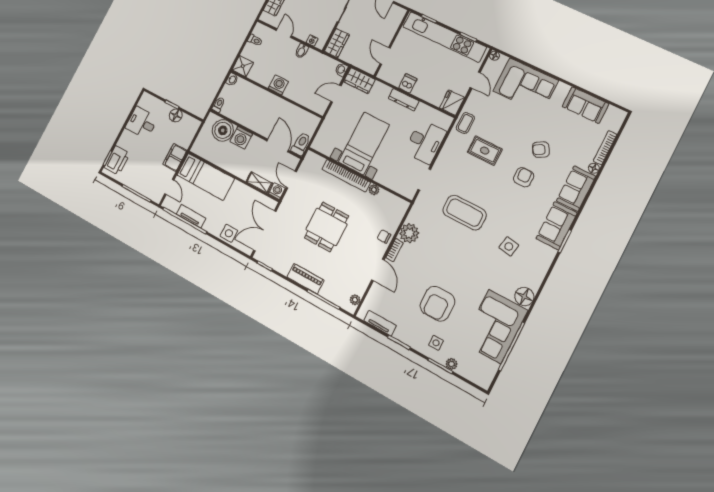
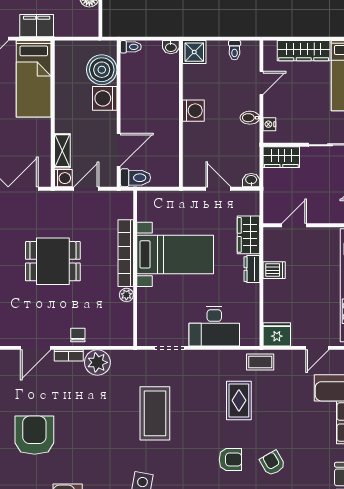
wardrobe: (359, 81) -> (249, 235), moved
dresser: (404, 100) -> (252, 269), width x0.70
armchair: (437, 304) -> (34, 435), turned 90

